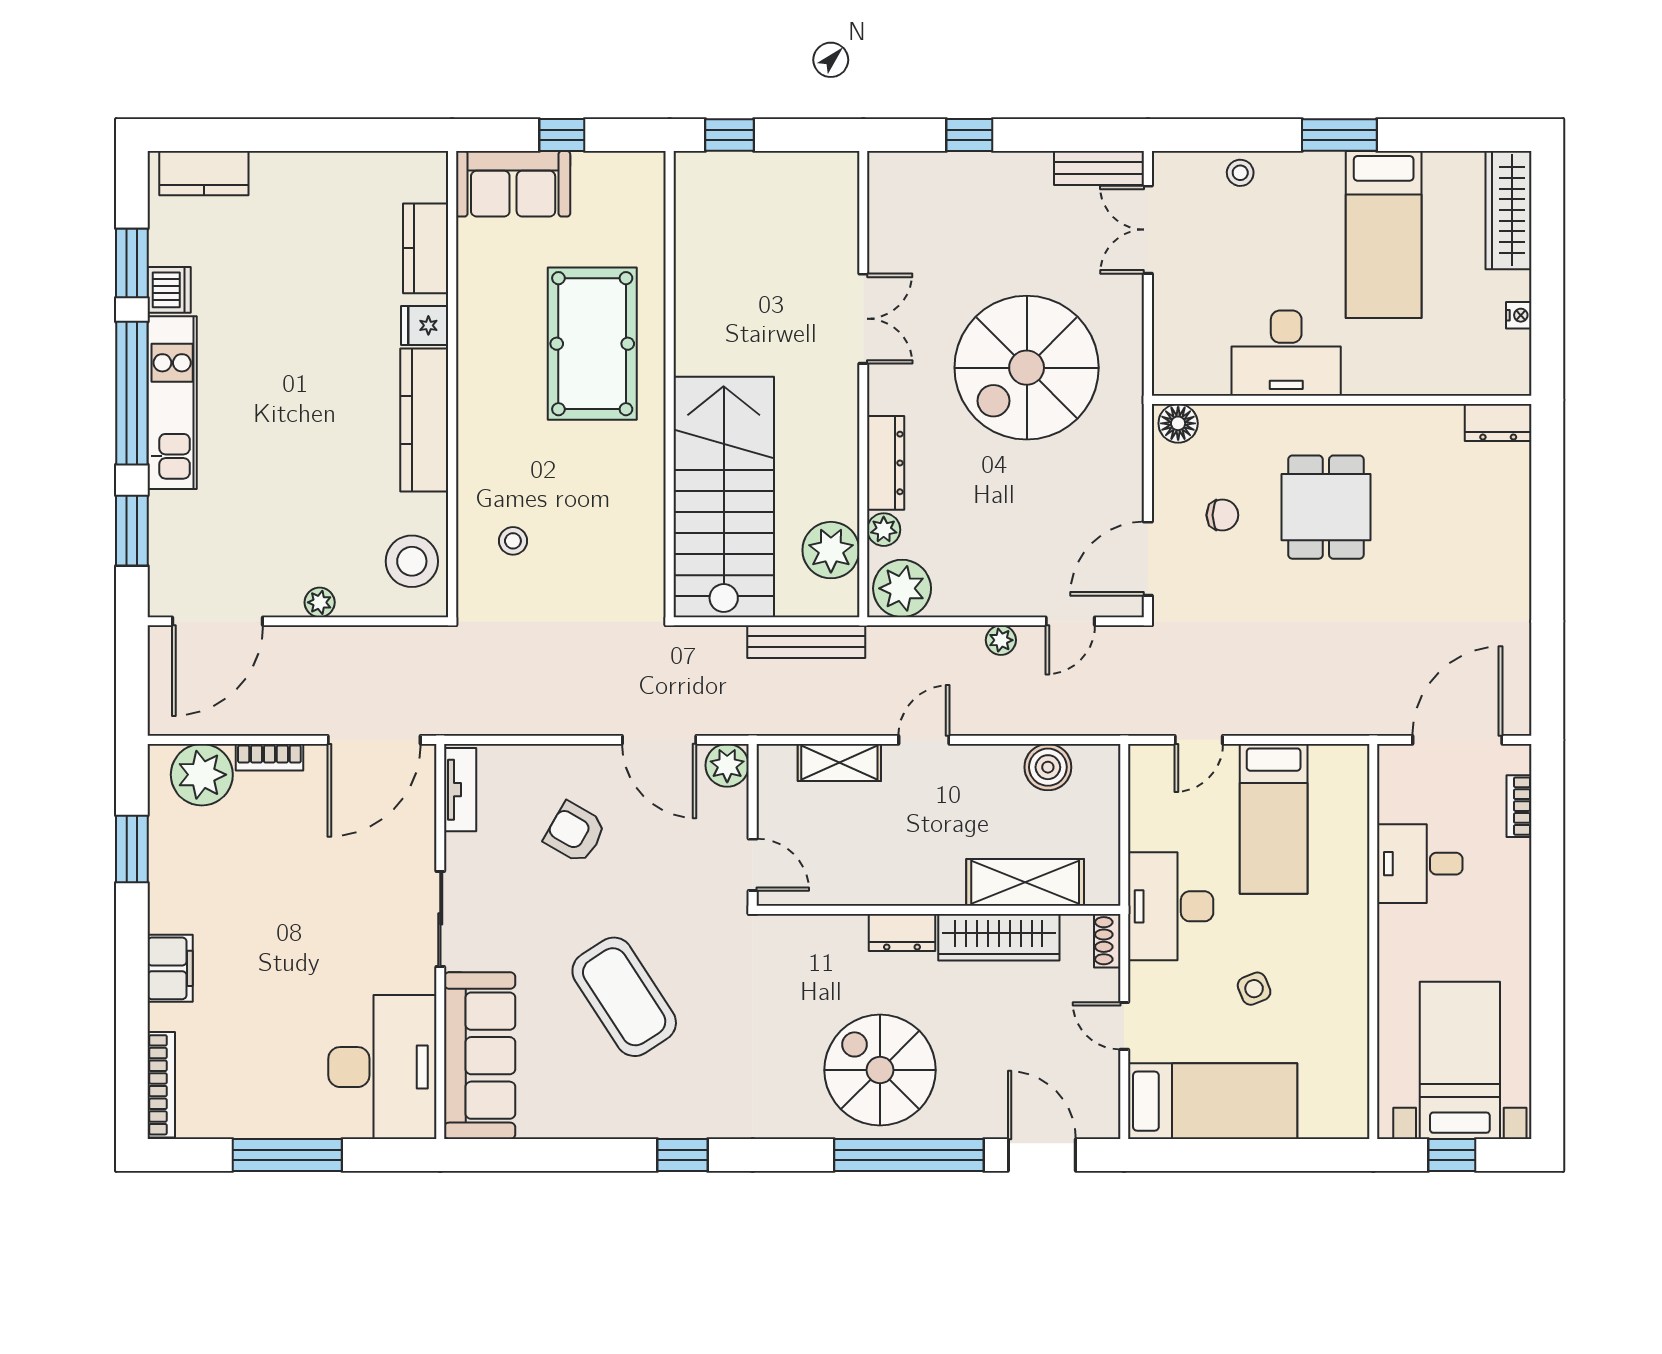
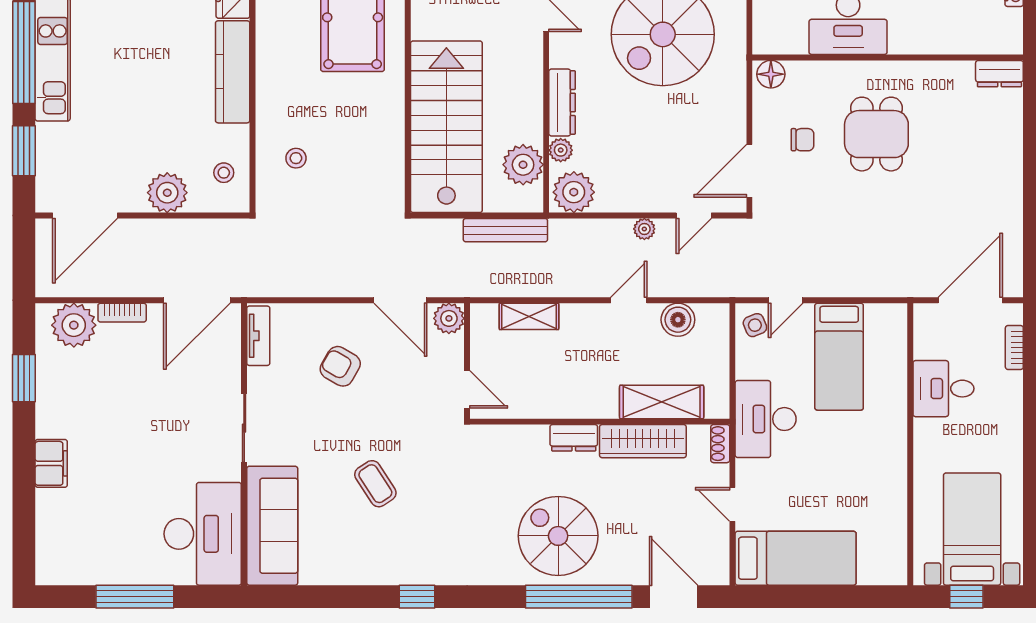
stool: (412, 561) -> (224, 173), width x0.53, depth x0.53
plant: (320, 602) -> (167, 193), width x1.88, depth x1.88
door: (924, 740) -> (629, 300), moved
side table: (1254, 989) -> (755, 325), moved
coffee table: (624, 997) -> (375, 484), width x0.54, depth x0.58
bookcase: (161, 1085) -> (45, 546), removed

